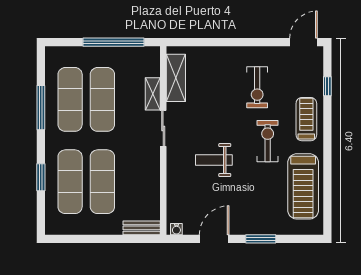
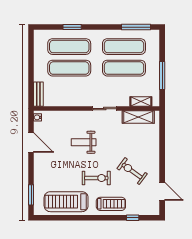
window: (114, 42) -> (162, 75), width x0.68
door: (303, 42) -> (162, 191), moved
exercise bike: (257, 87) -> (132, 171), turned 36
shelving: (153, 94) -> (141, 102), moved
window: (41, 108) -> (136, 27), moved
weight bench: (214, 160) -> (84, 142), turned -90
window: (261, 239) -> (31, 195), moved

